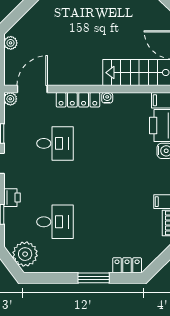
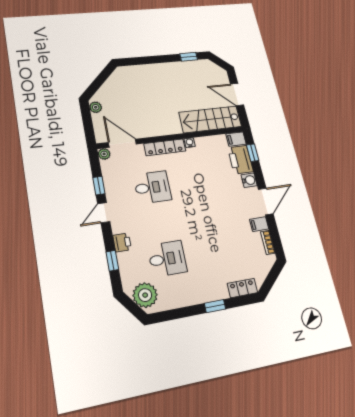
door: (32, 89) -> (122, 143), hinge flipped
window: (94, 278) -> (215, 306), width x0.67

